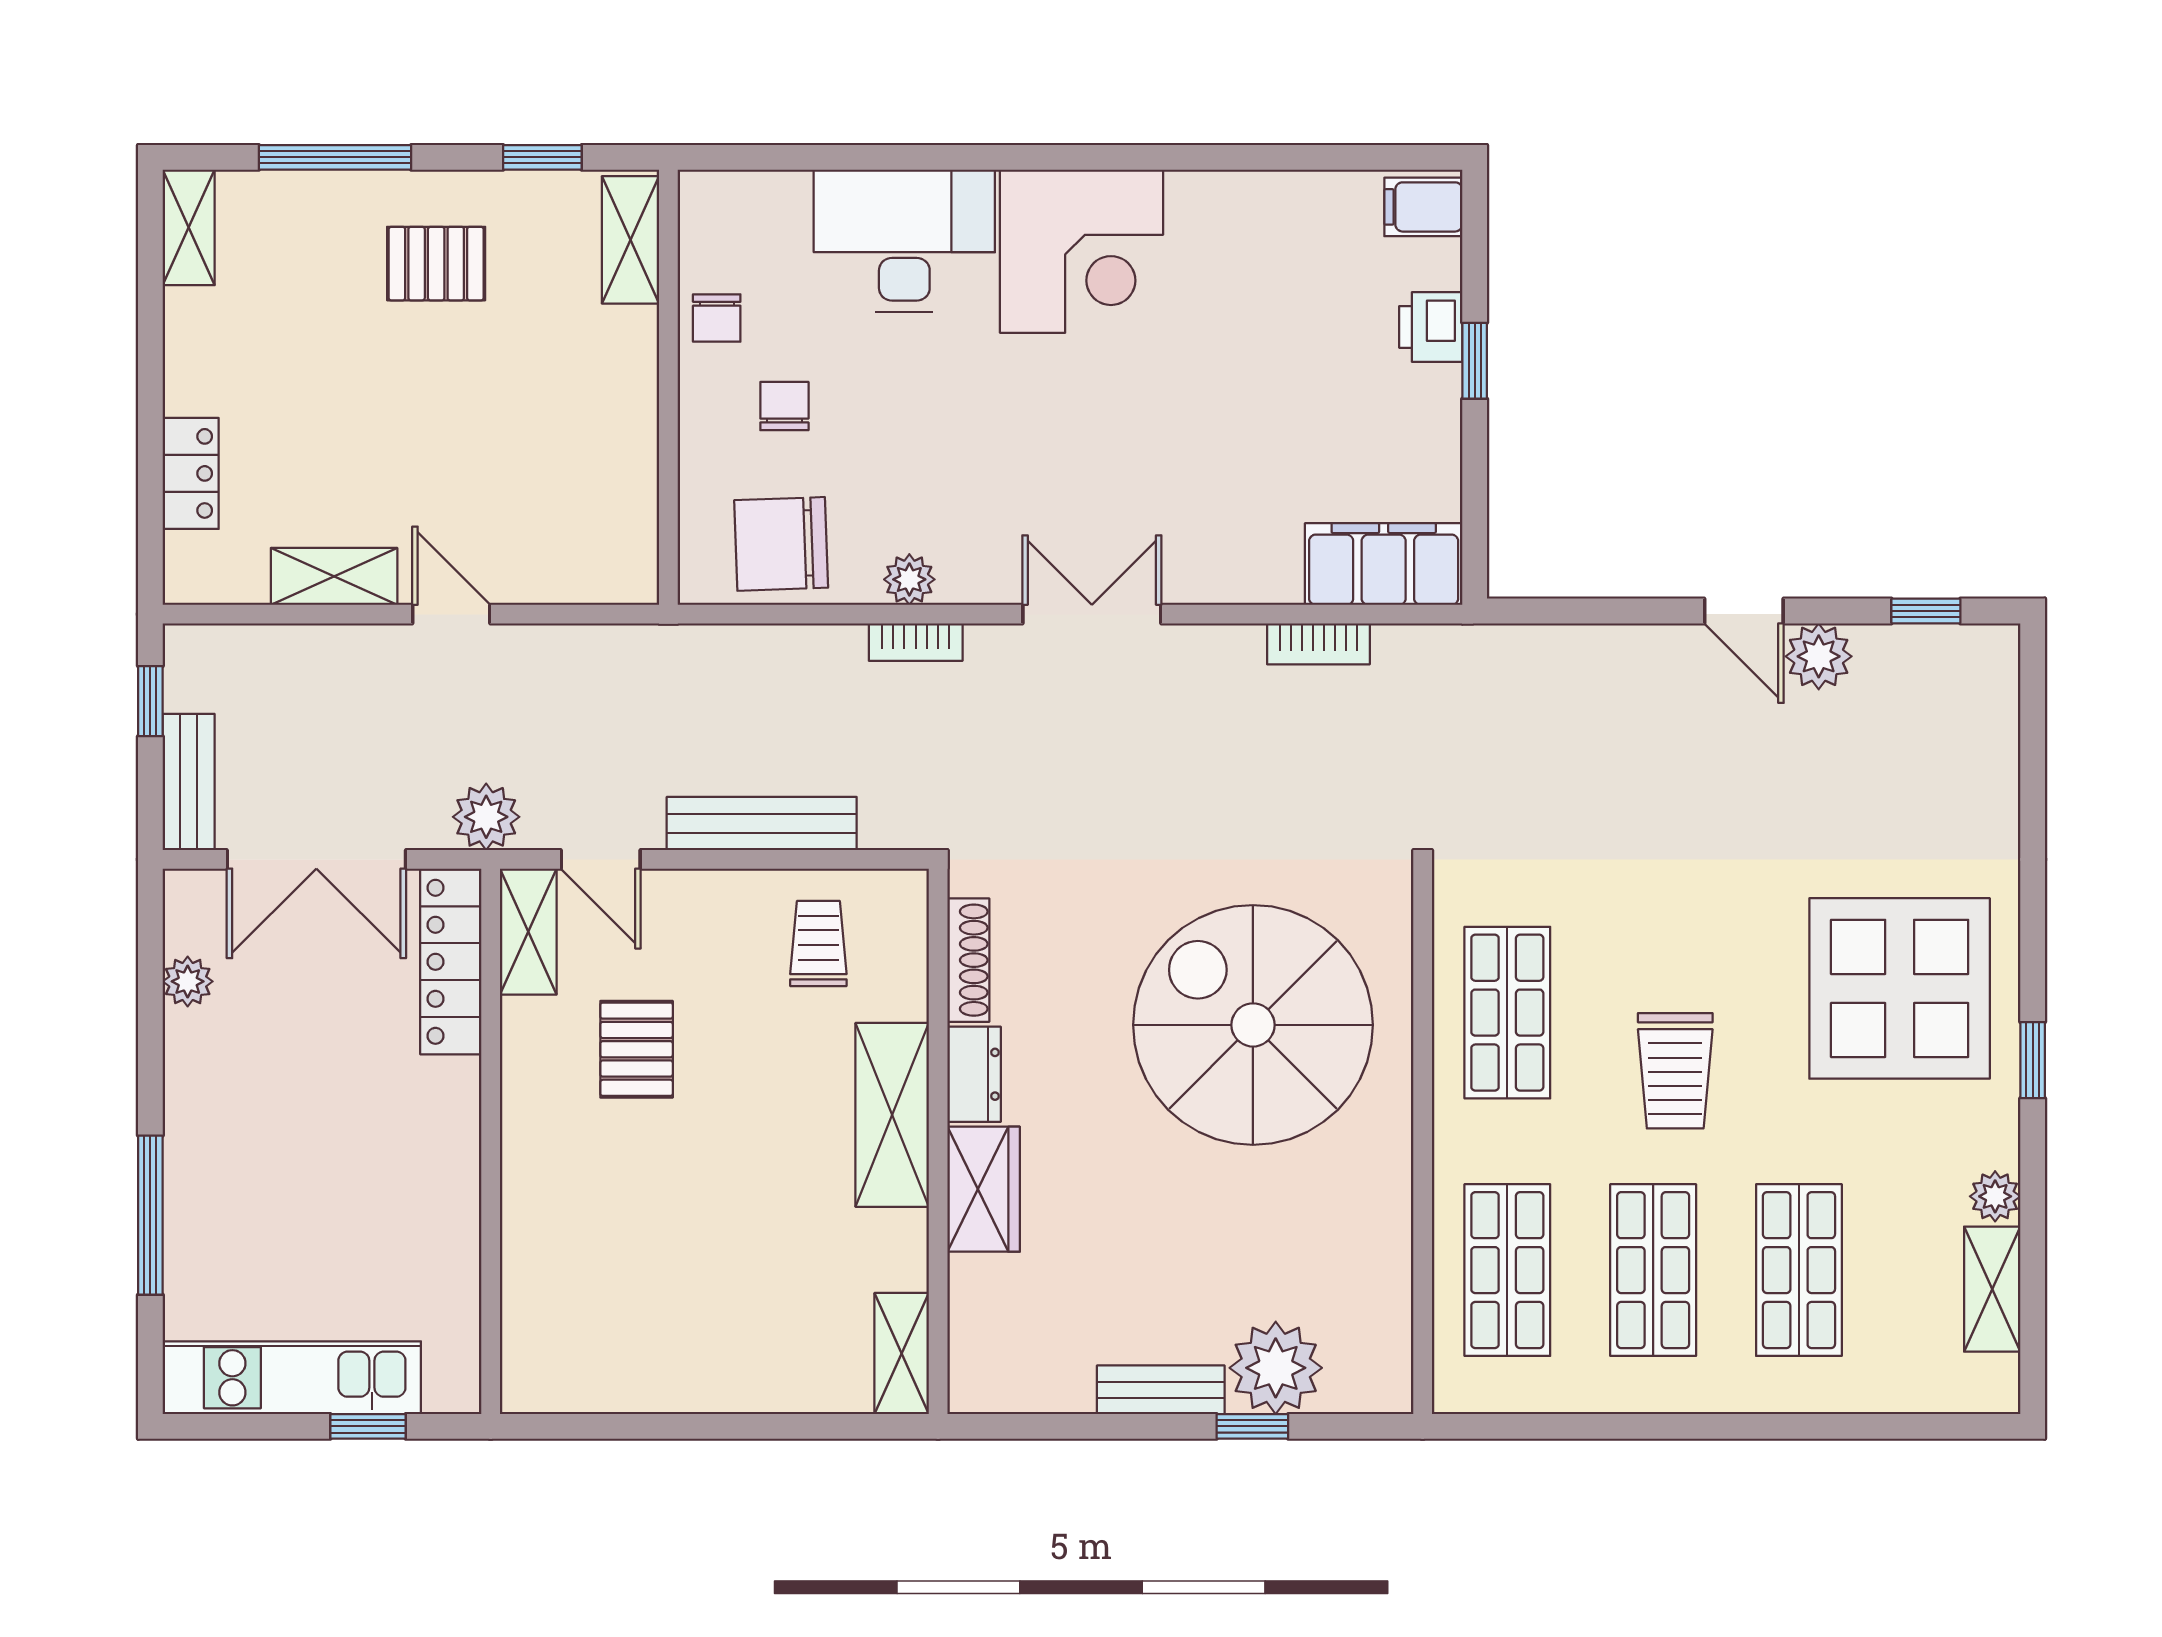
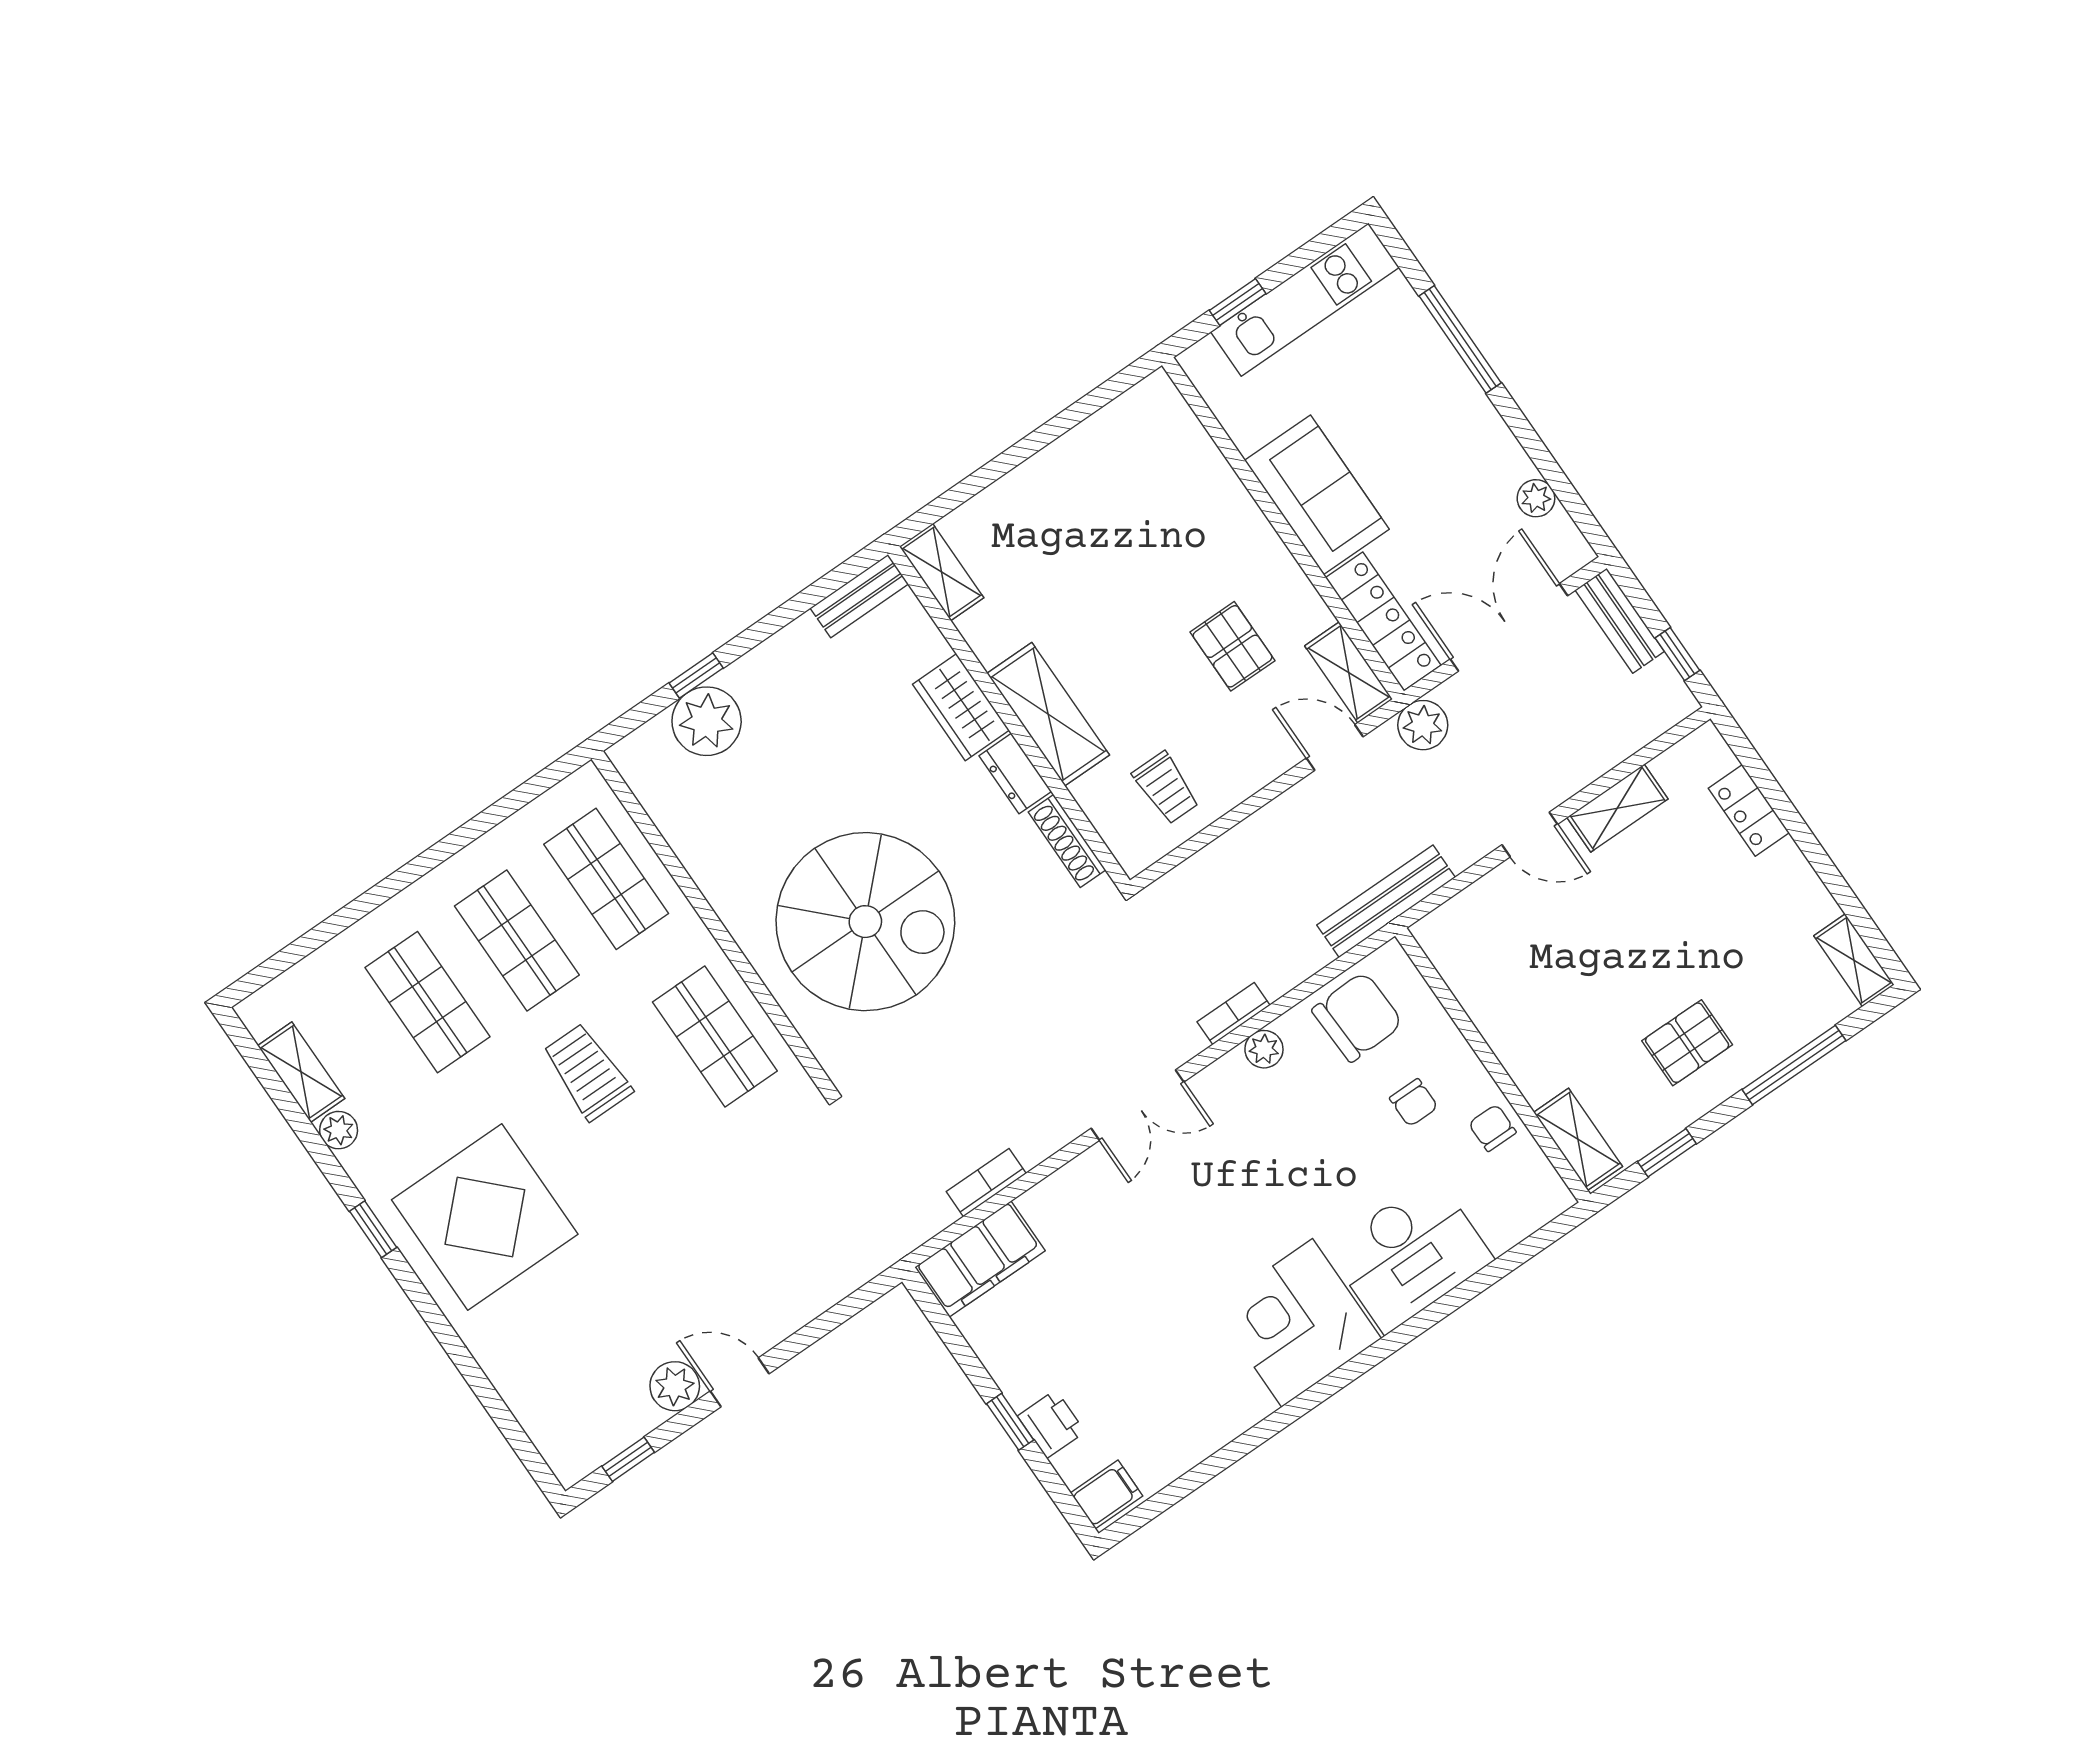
bench: (762, 824) -> (1386, 901), moved
sofa: (427, 1153) -> (1317, 495), added
bench: (1161, 1390) -> (859, 596), moved

